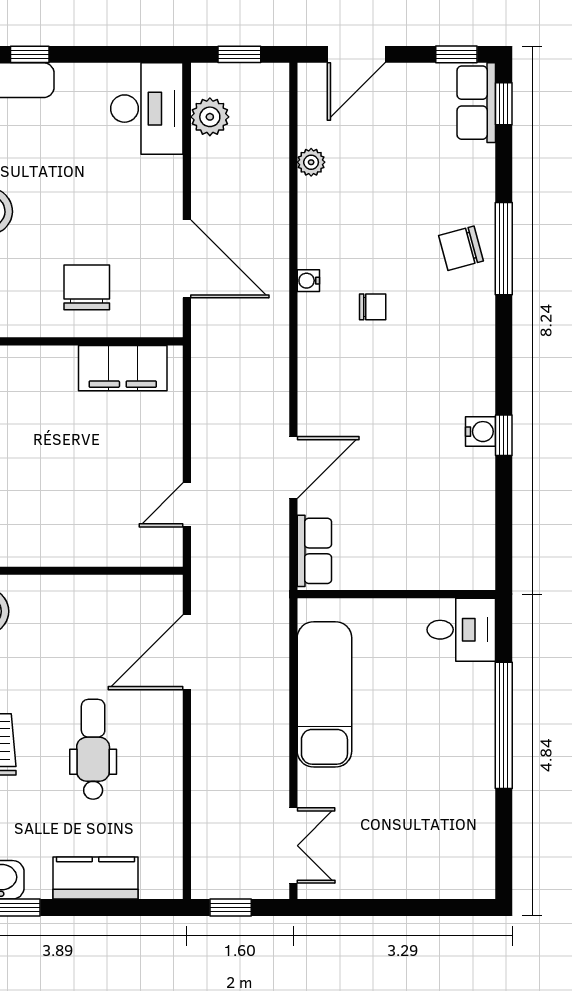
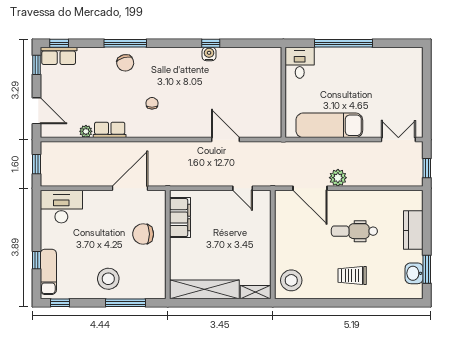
plant: (210, 117) -> (338, 178), moved
water cooler: (308, 281) -> (140, 133), removed
row of seats: (314, 551) -> (110, 130), moved

